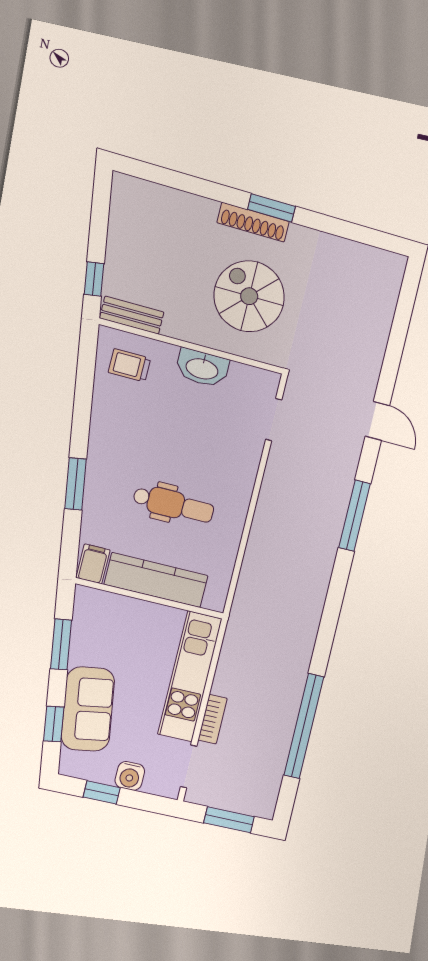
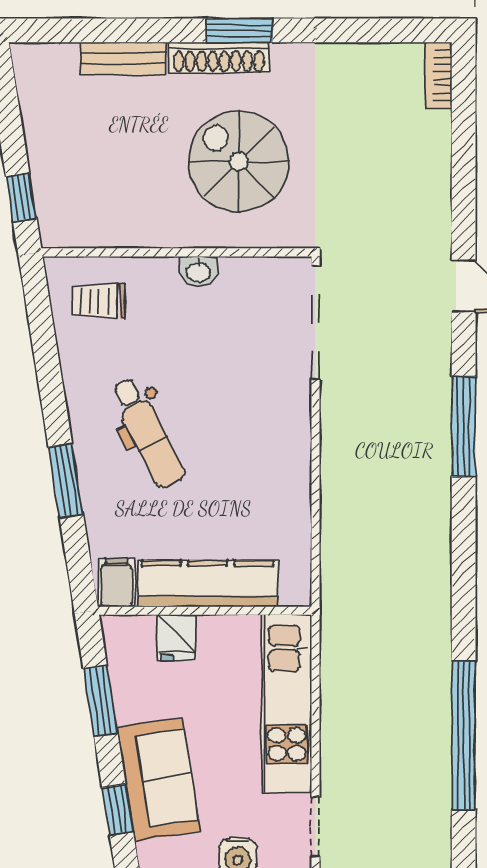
bench: (132, 315) -> (123, 58), moved
washbasin: (202, 368) -> (198, 271), width x0.52, depth x0.69
doorway: (274, 420) -> (316, 323), width x1.88
dental chair: (174, 504) -> (148, 433), moved, turned 63
fridge: (126, 612) -> (177, 637), added
bookcase: (213, 719) -> (439, 75), moved, turned 180

